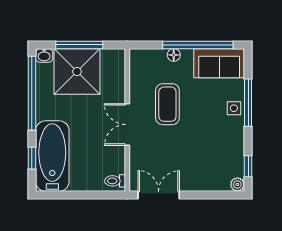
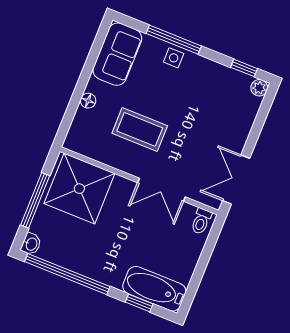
window: (198, 45) -> (88, 69), removed
shower: (77, 72) -> (79, 189), moved
double door: (127, 125) -> (161, 190), moved
bathtub: (52, 156) -> (154, 289), width x0.73, depth x0.73

